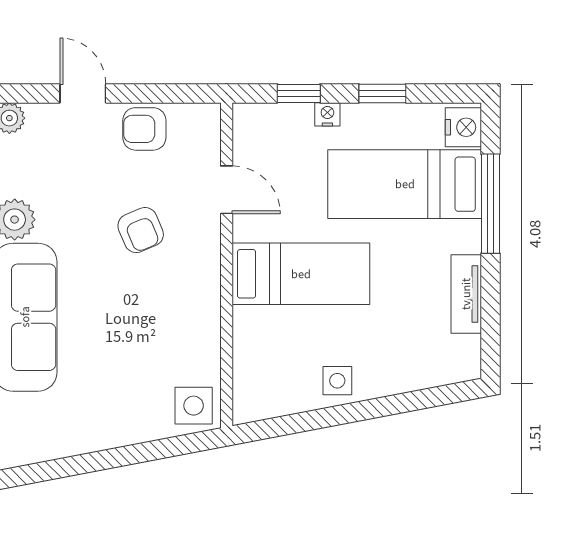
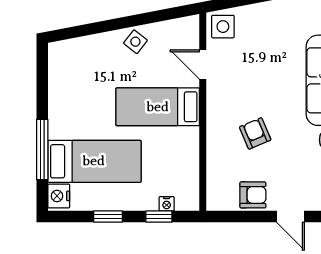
nightstand: (327, 114) -> (167, 204), moved
door: (227, 190) -> (203, 65), moved
tv unit: (466, 294) -> (57, 94), removed
side table: (337, 381) -> (135, 42), turned 38

